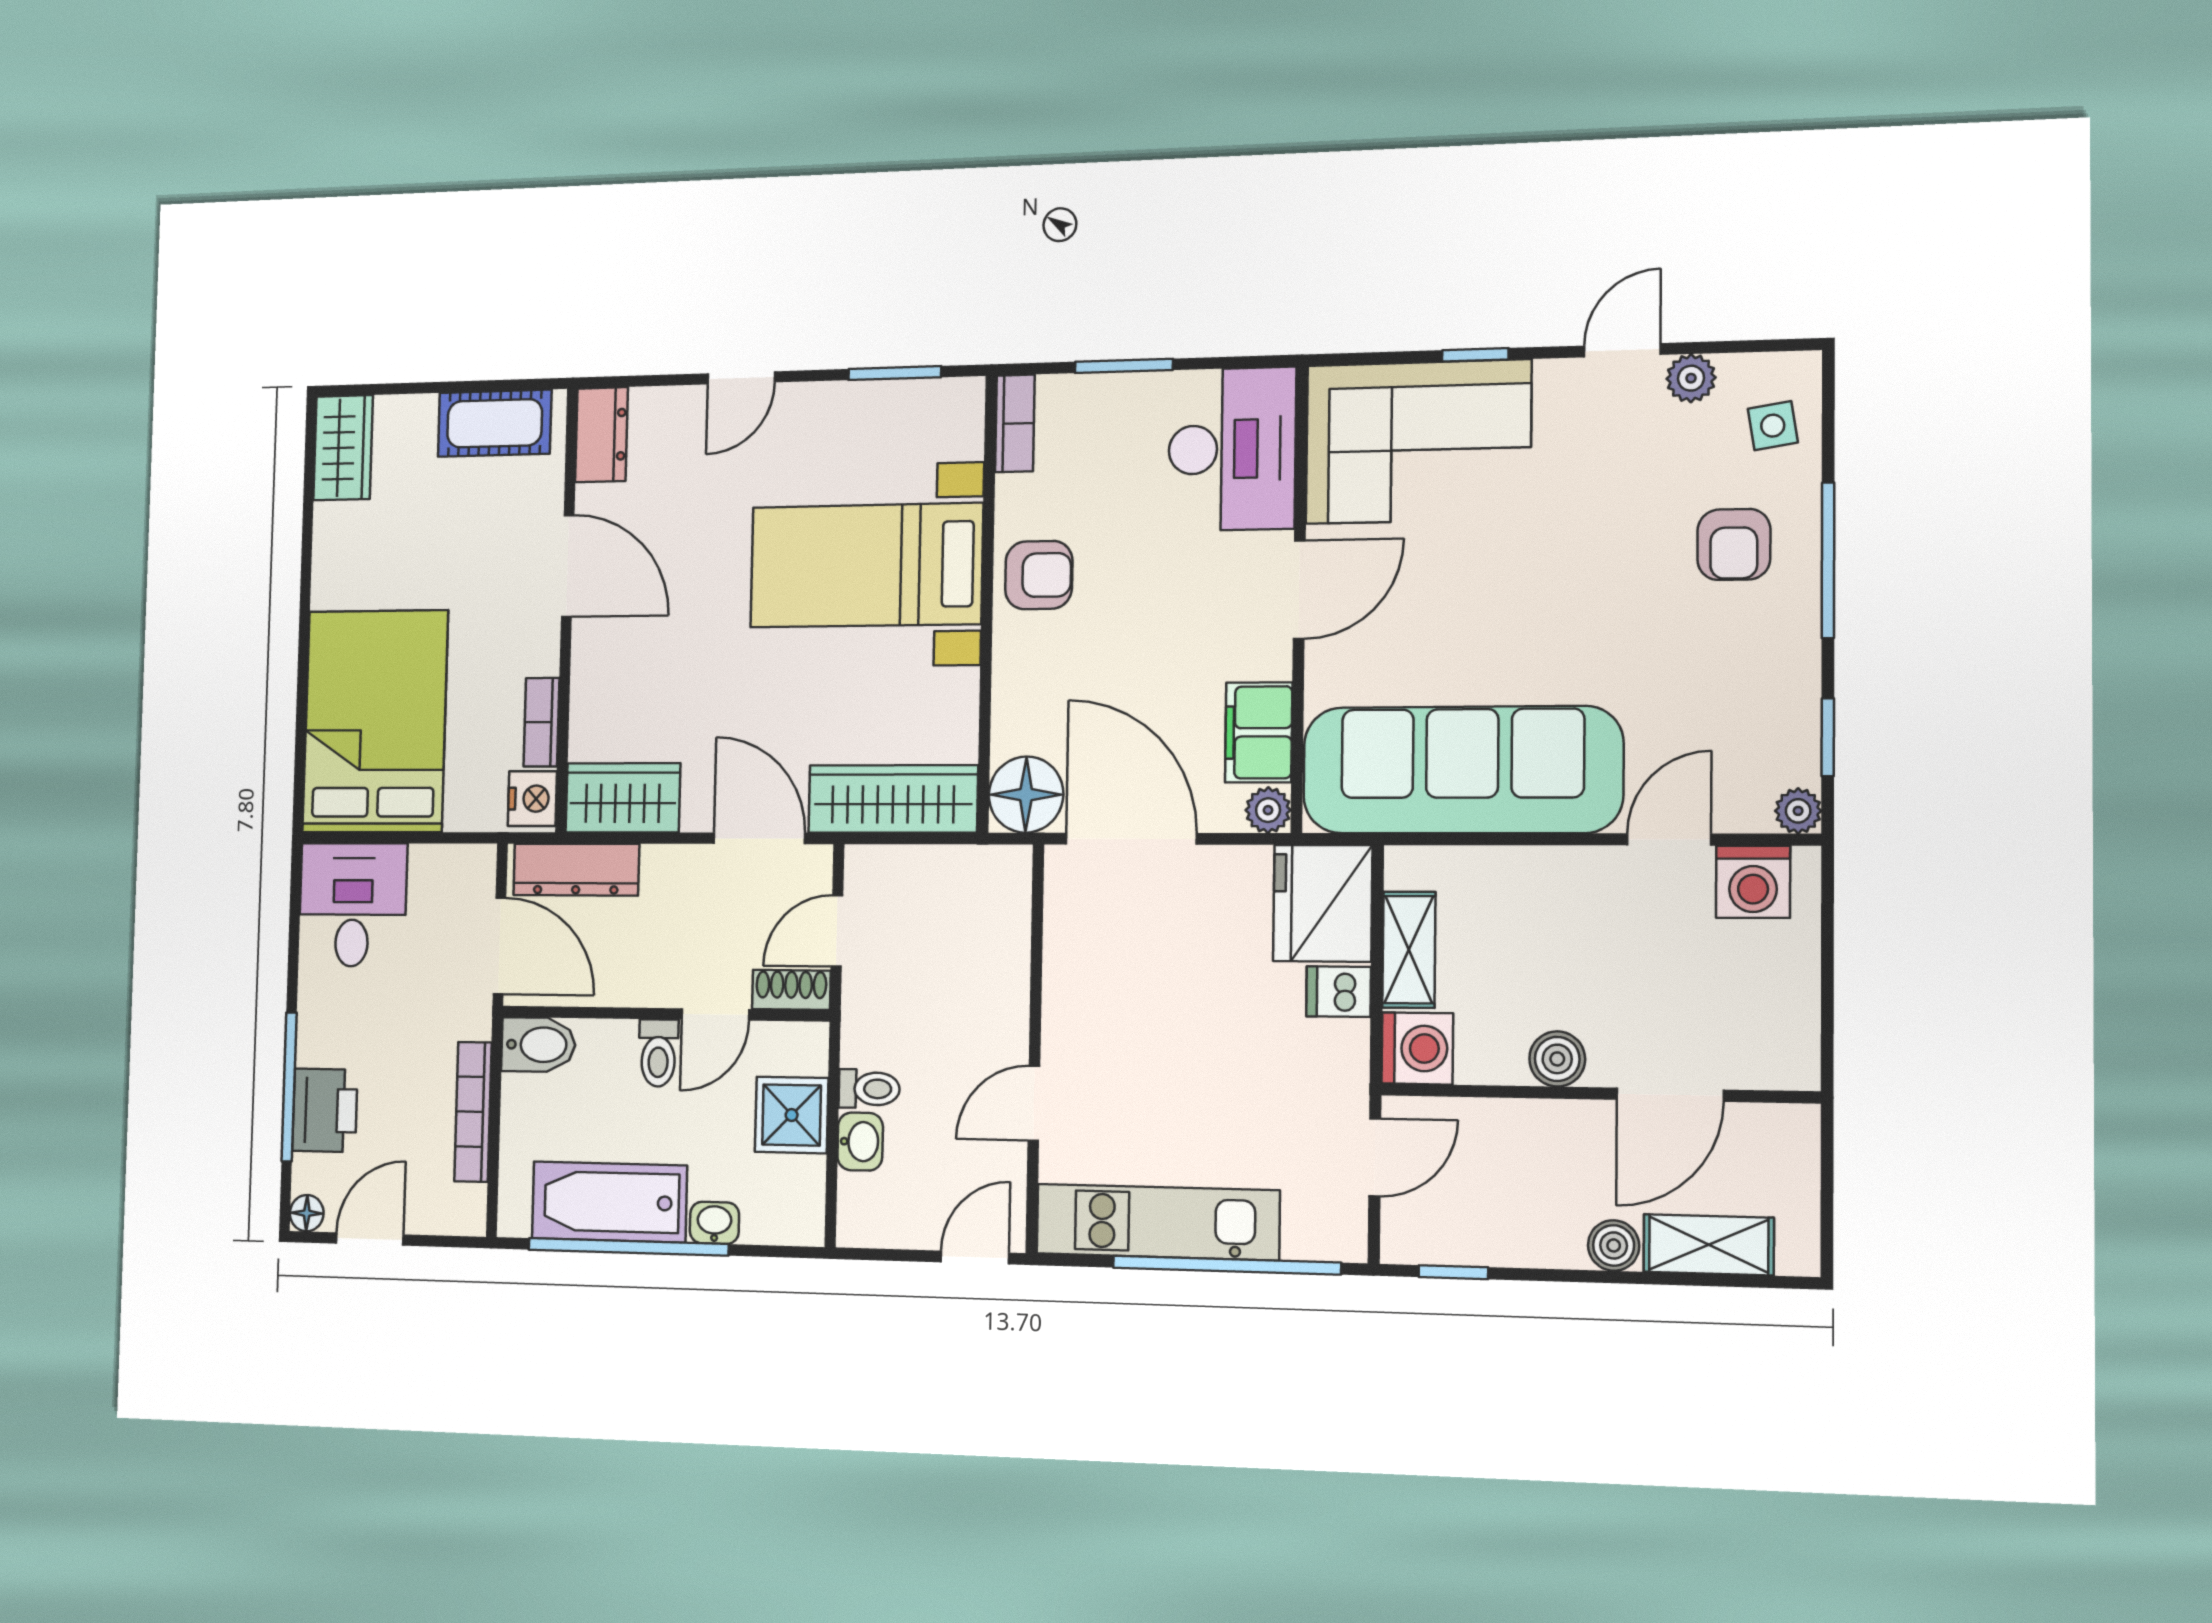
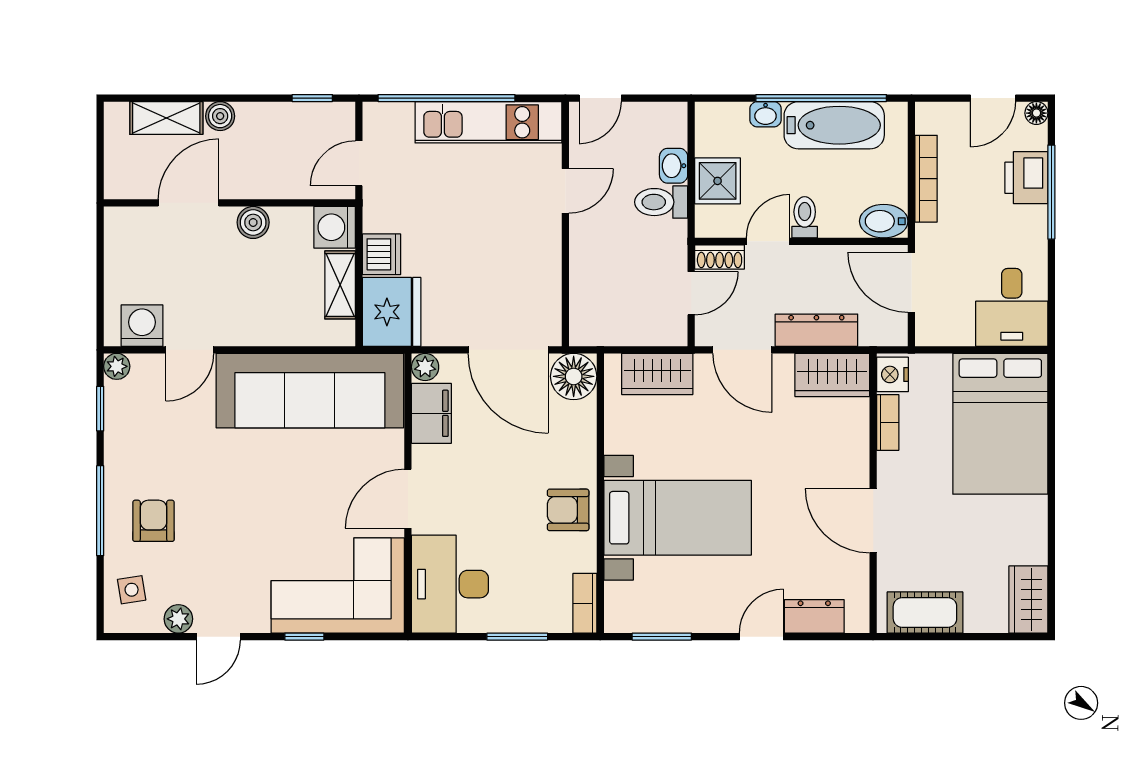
dresser: (602, 435) -> (814, 616), moved, turned 90
wardrobe: (893, 799) -> (657, 374), width x0.67
dresser: (576, 870) -> (816, 330), moved
dishwasher: (1339, 992) -> (382, 254), width x1.38
toilet: (869, 1089) -> (661, 202), width x1.37, depth x1.39

